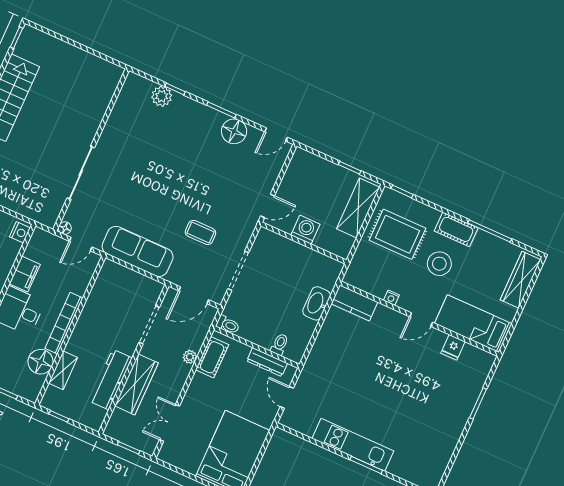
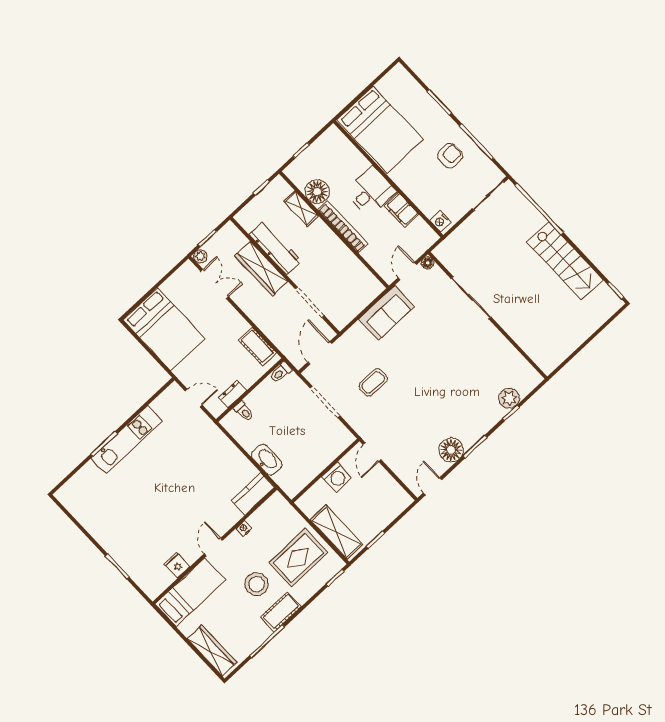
sofa: (138, 251) -> (386, 313), width x0.73
plant: (190, 357) -> (200, 256), moved
dresser: (267, 362) -> (233, 394), width x0.70

